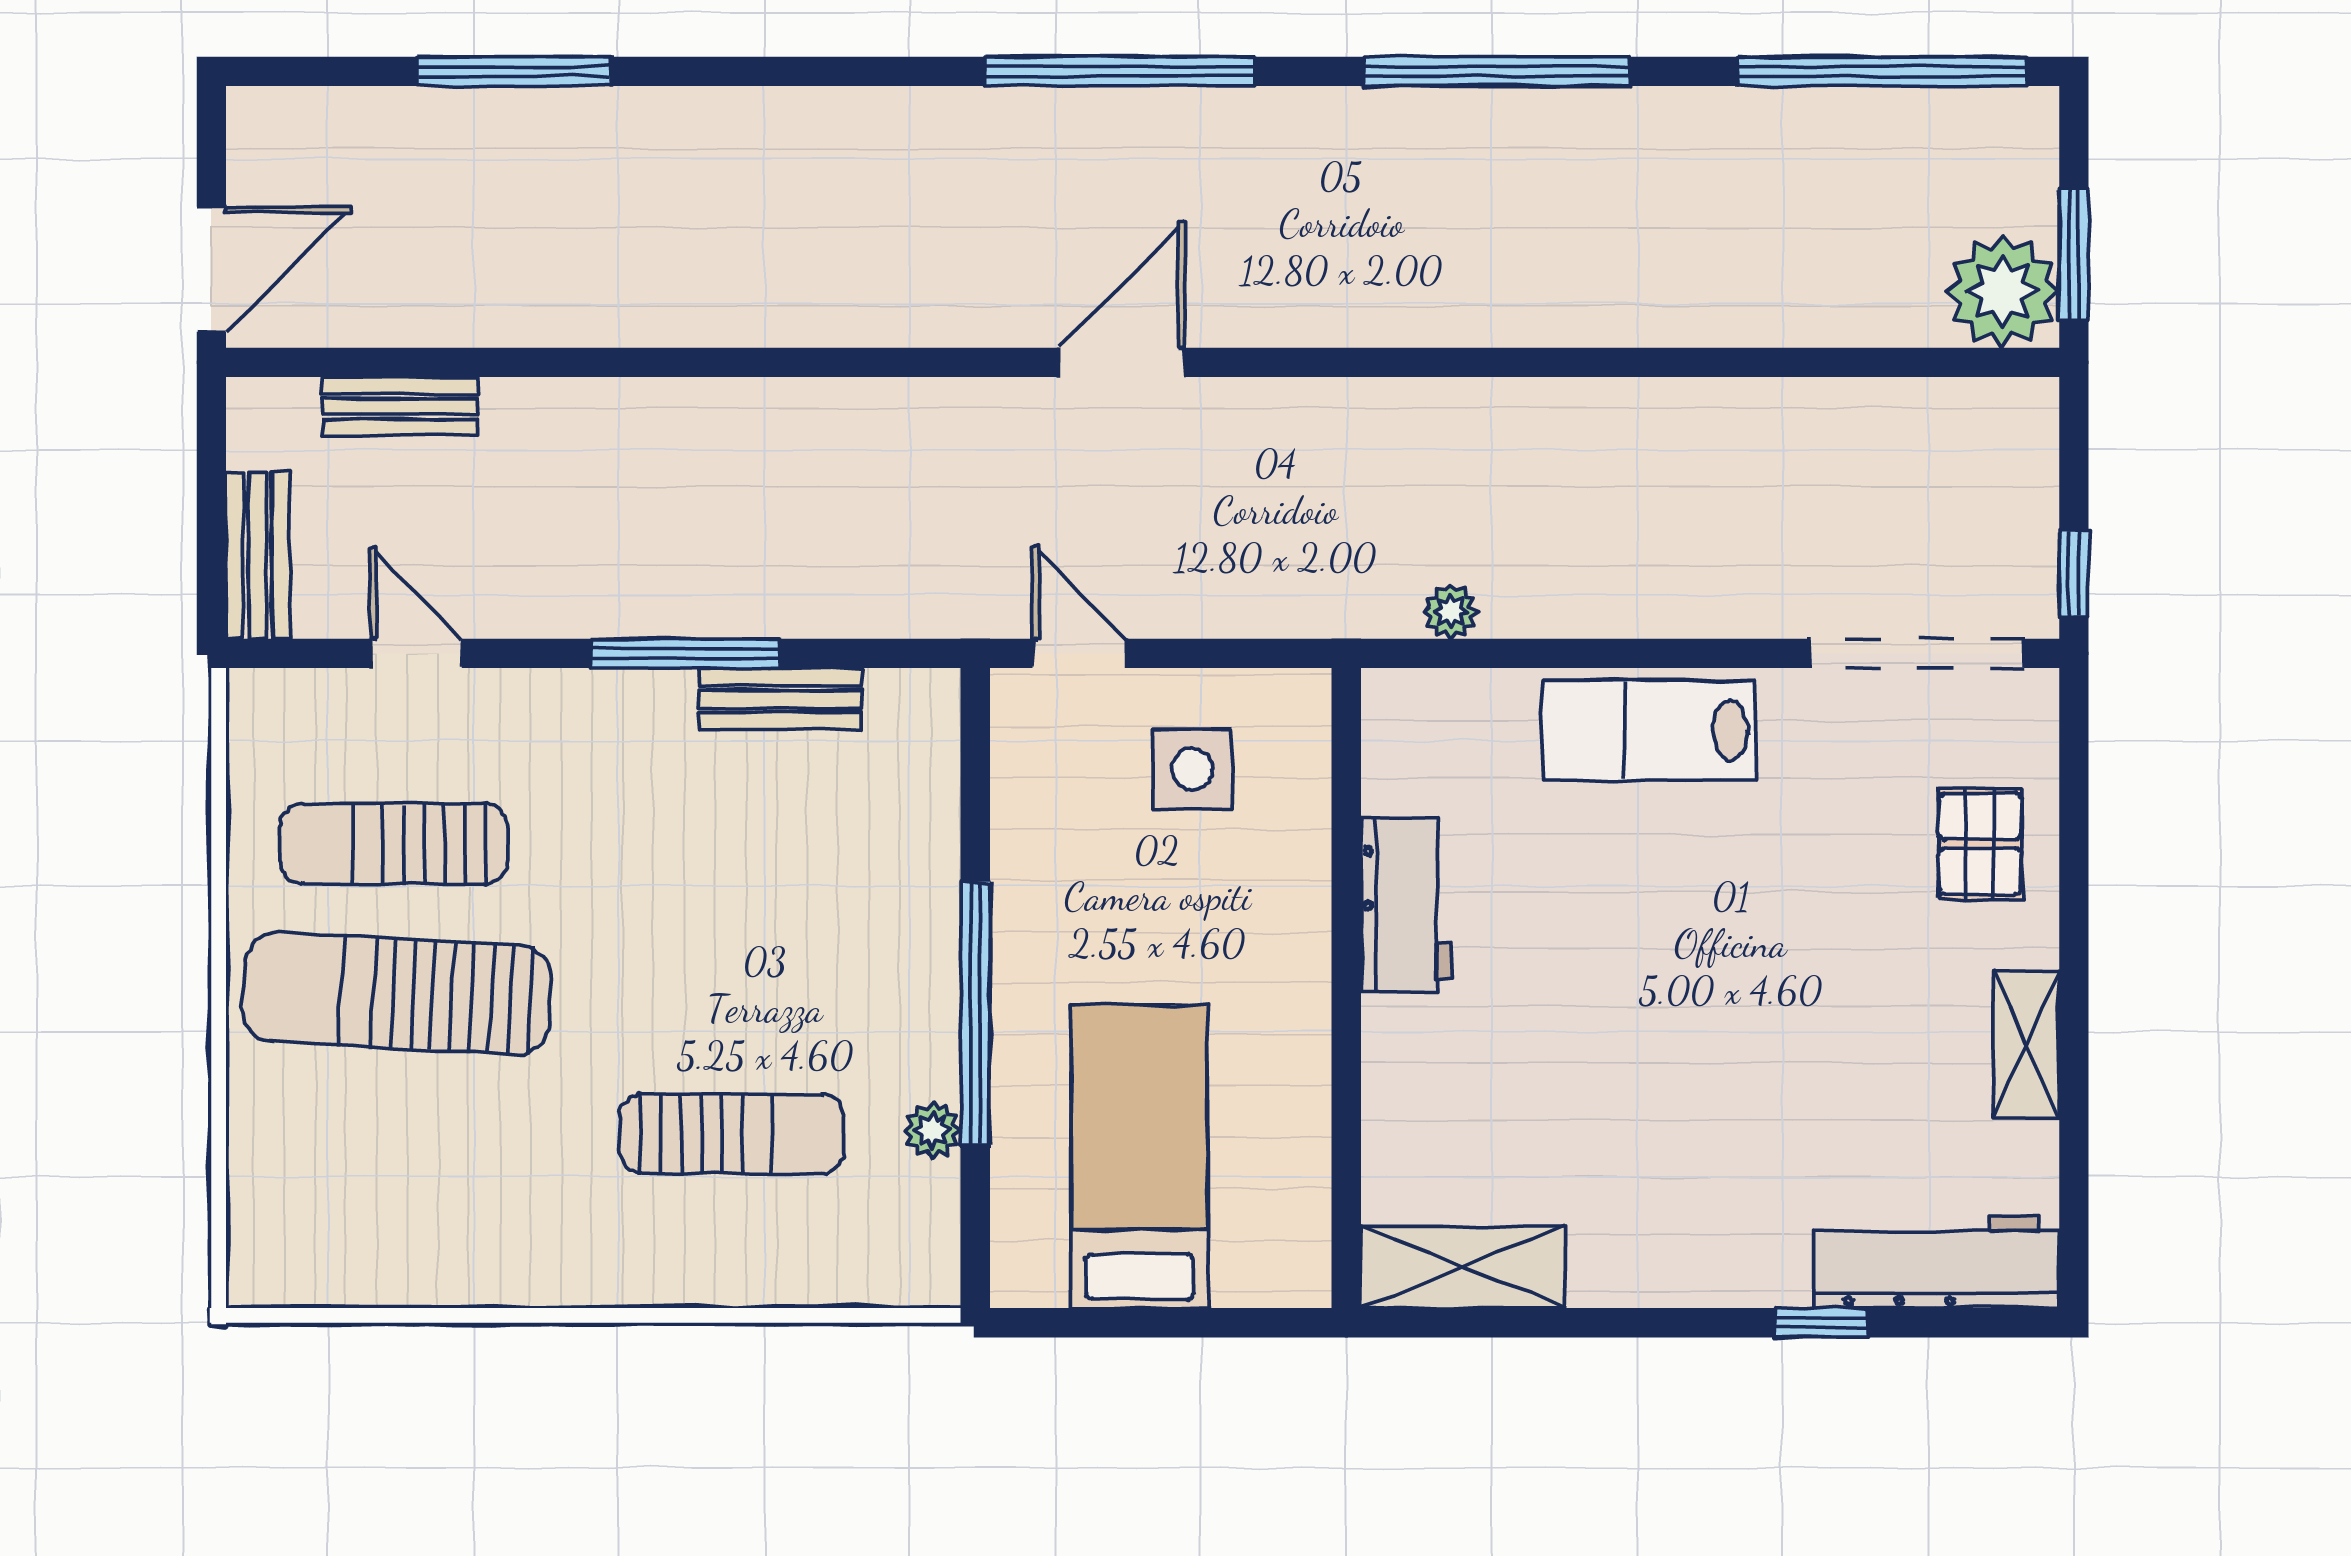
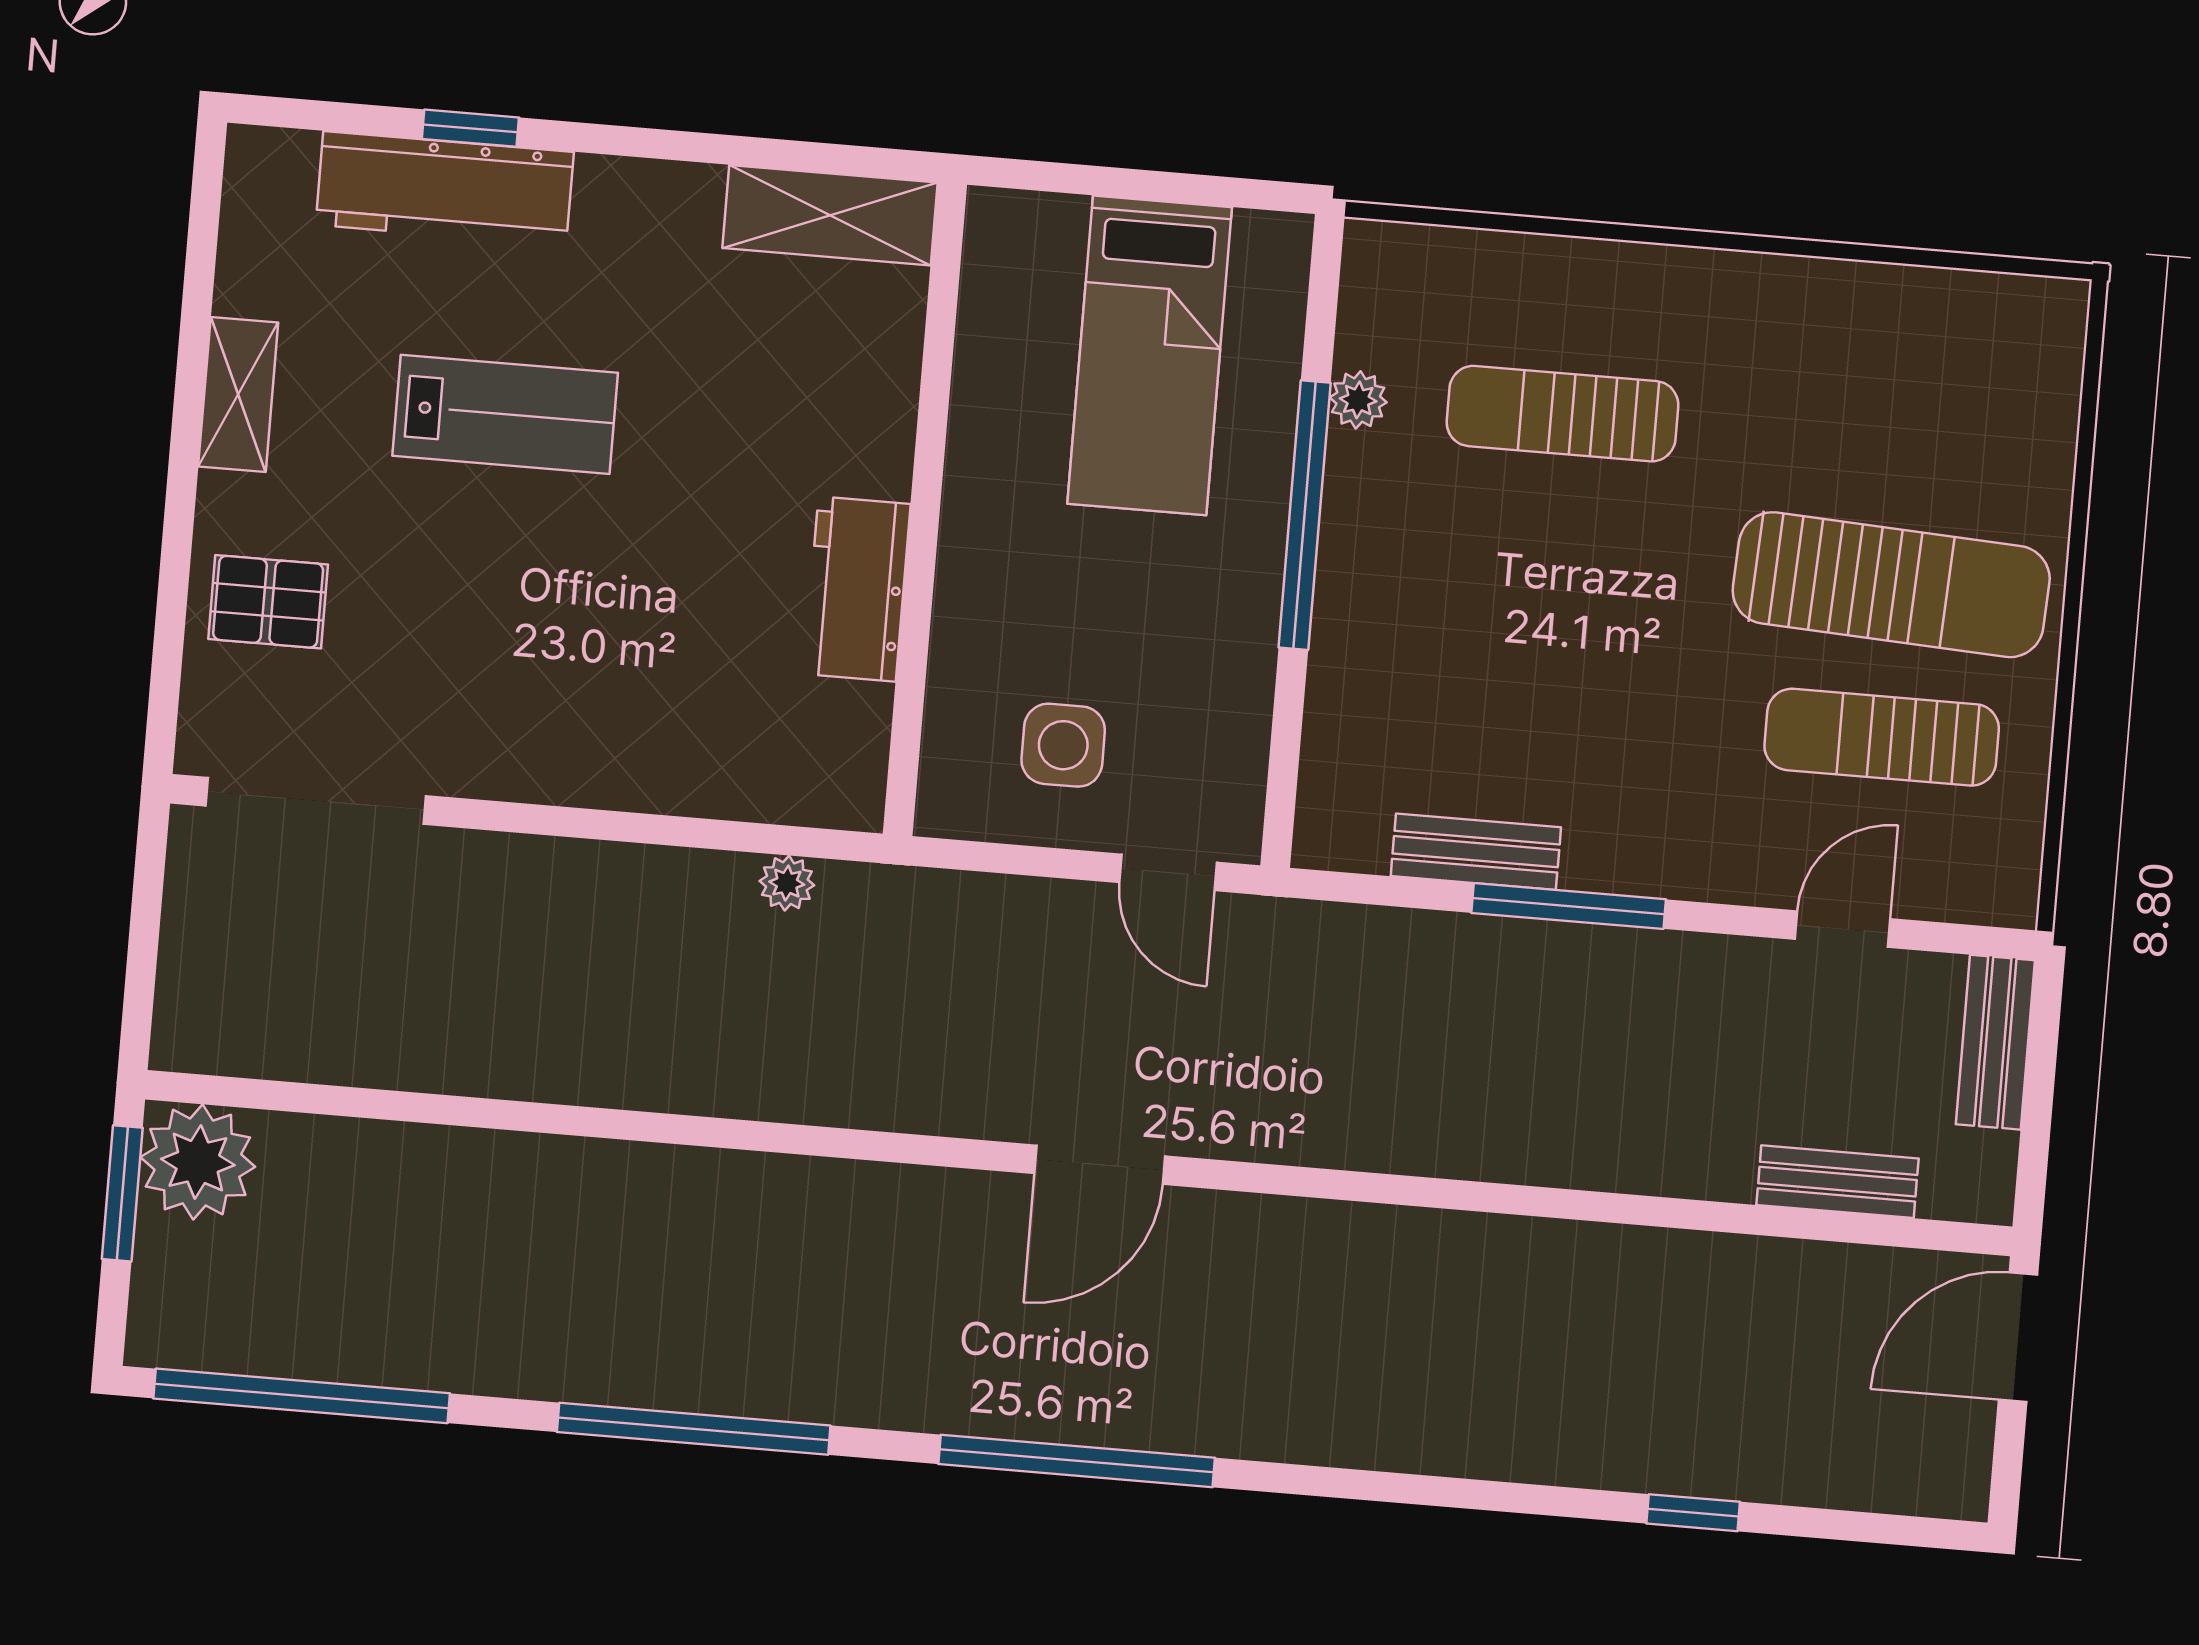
window: (514, 71) -> (1693, 1513), width x0.46
window: (2074, 573) -> (150, 869), removed
door: (416, 653) -> (1843, 929), swing flipped
lab bench: (1649, 730) -> (505, 414), moved
sun lounger: (394, 844) -> (1882, 737), turned 180
pallet: (1980, 844) -> (268, 602), turned 90
workbench: (1936, 1262) -> (445, 188), moved

